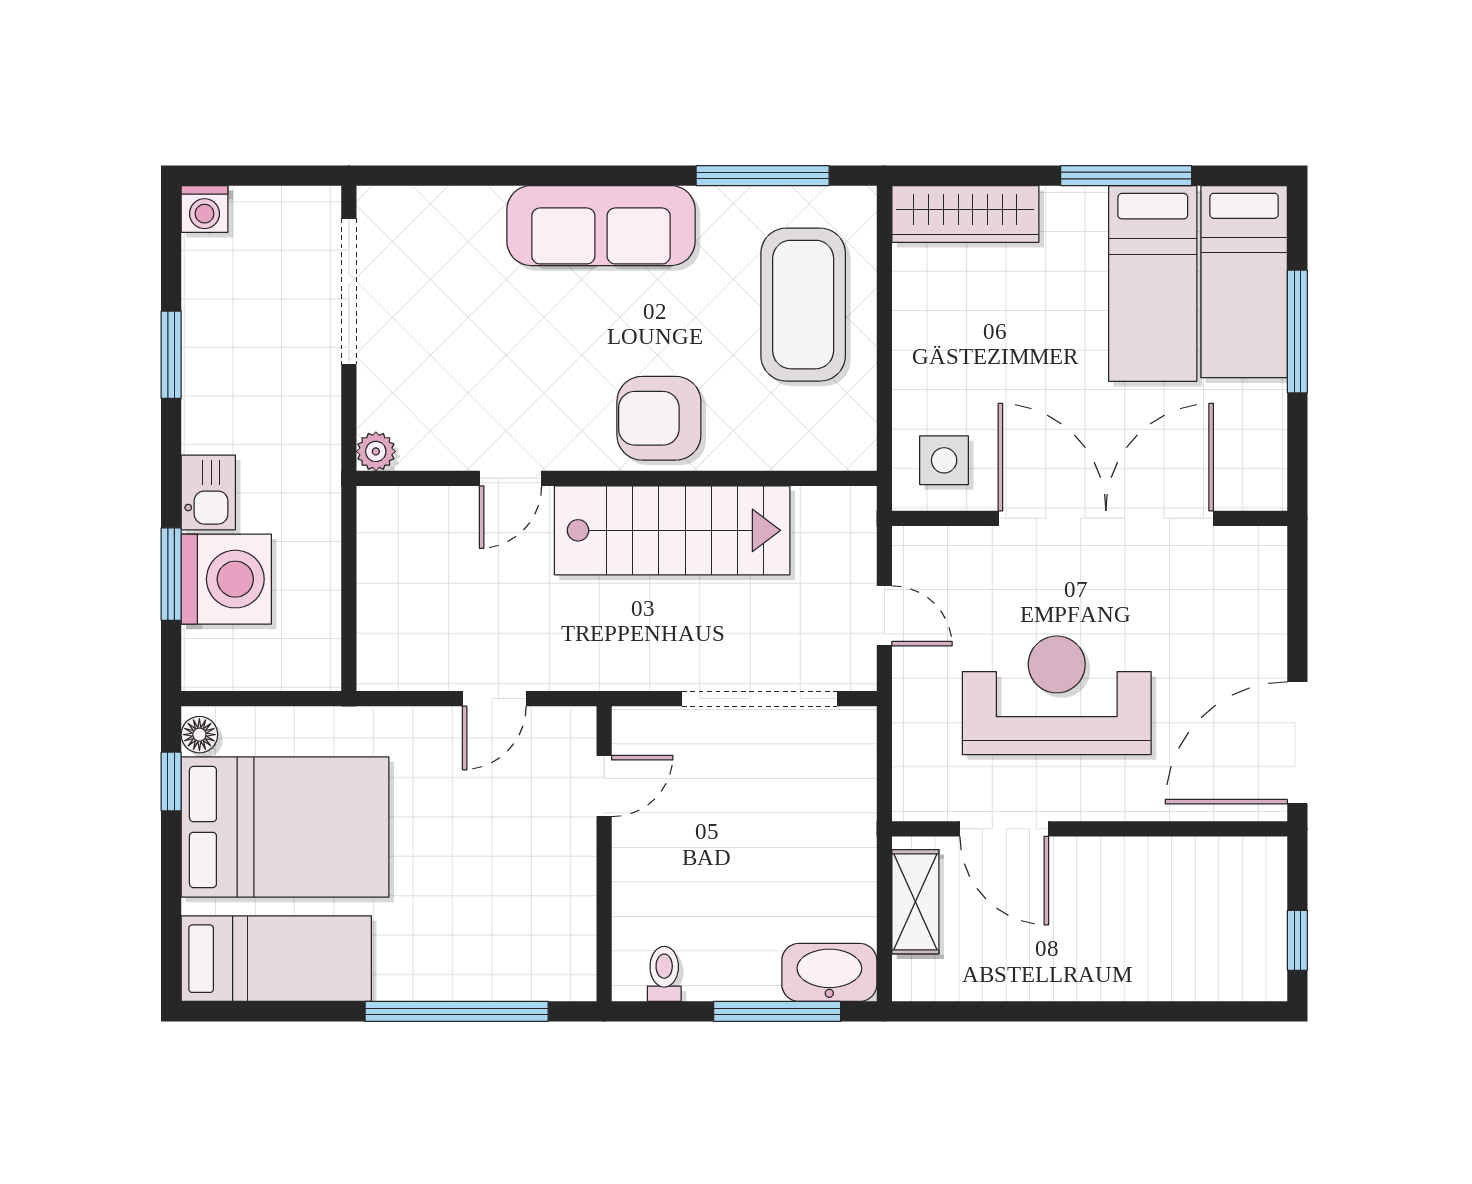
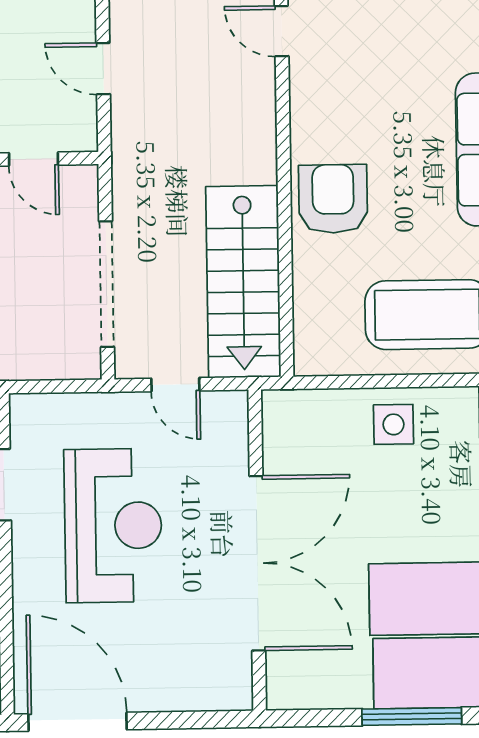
side table: (944, 460) -> (393, 424), moved
door: (511, 478) -> (282, 31), moved
stairs: (672, 530) -> (243, 282), moved
door: (884, 616) -> (175, 385), hinge flipped

